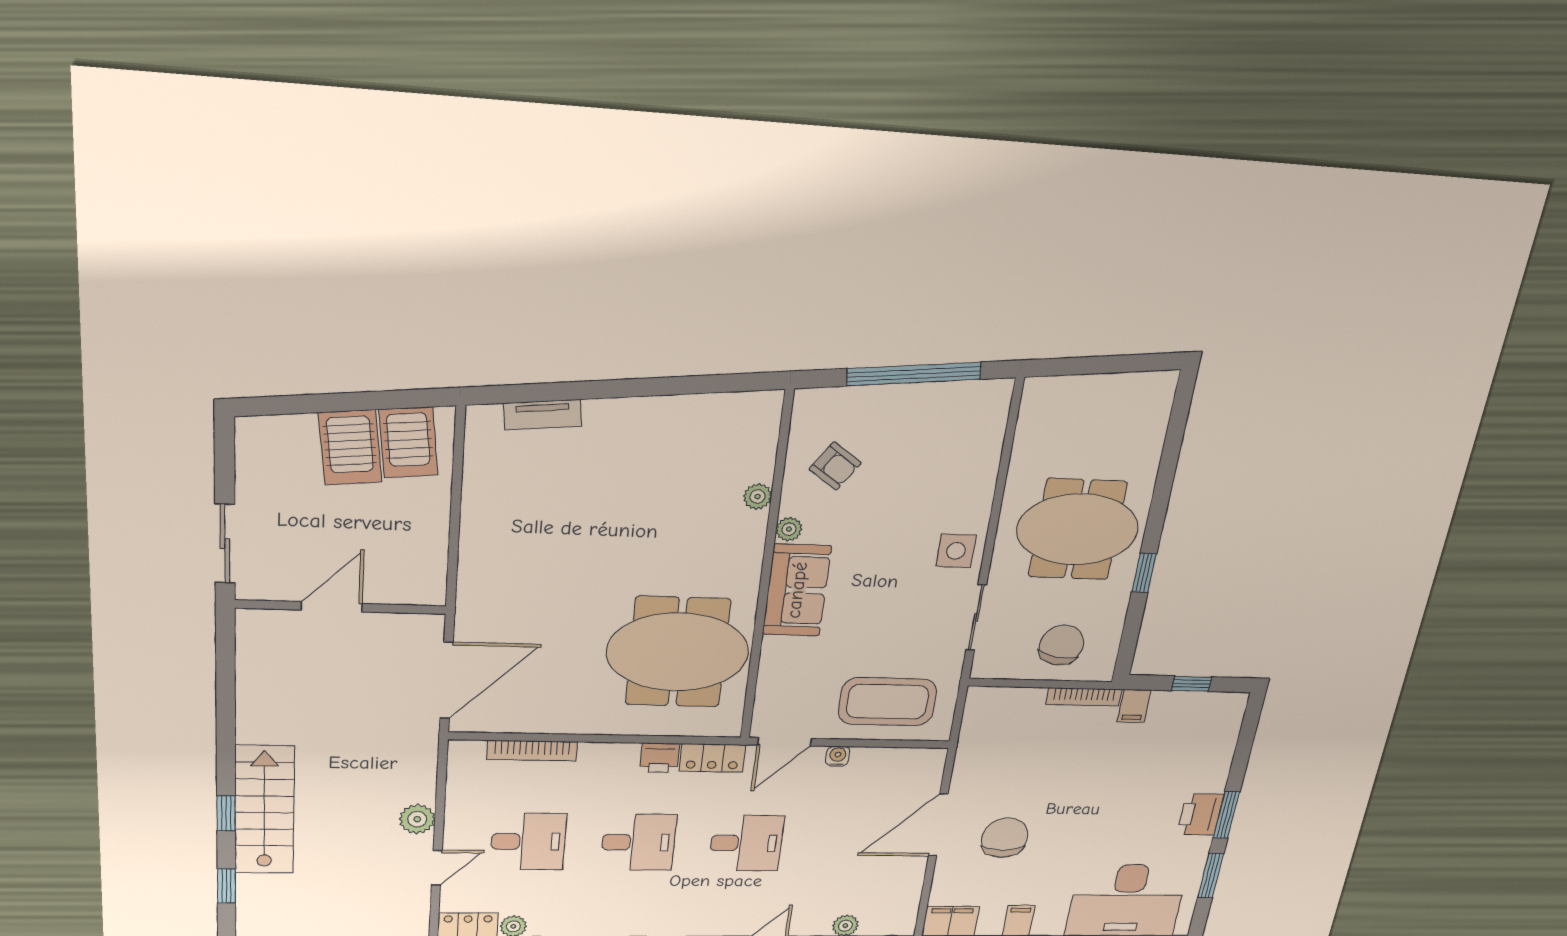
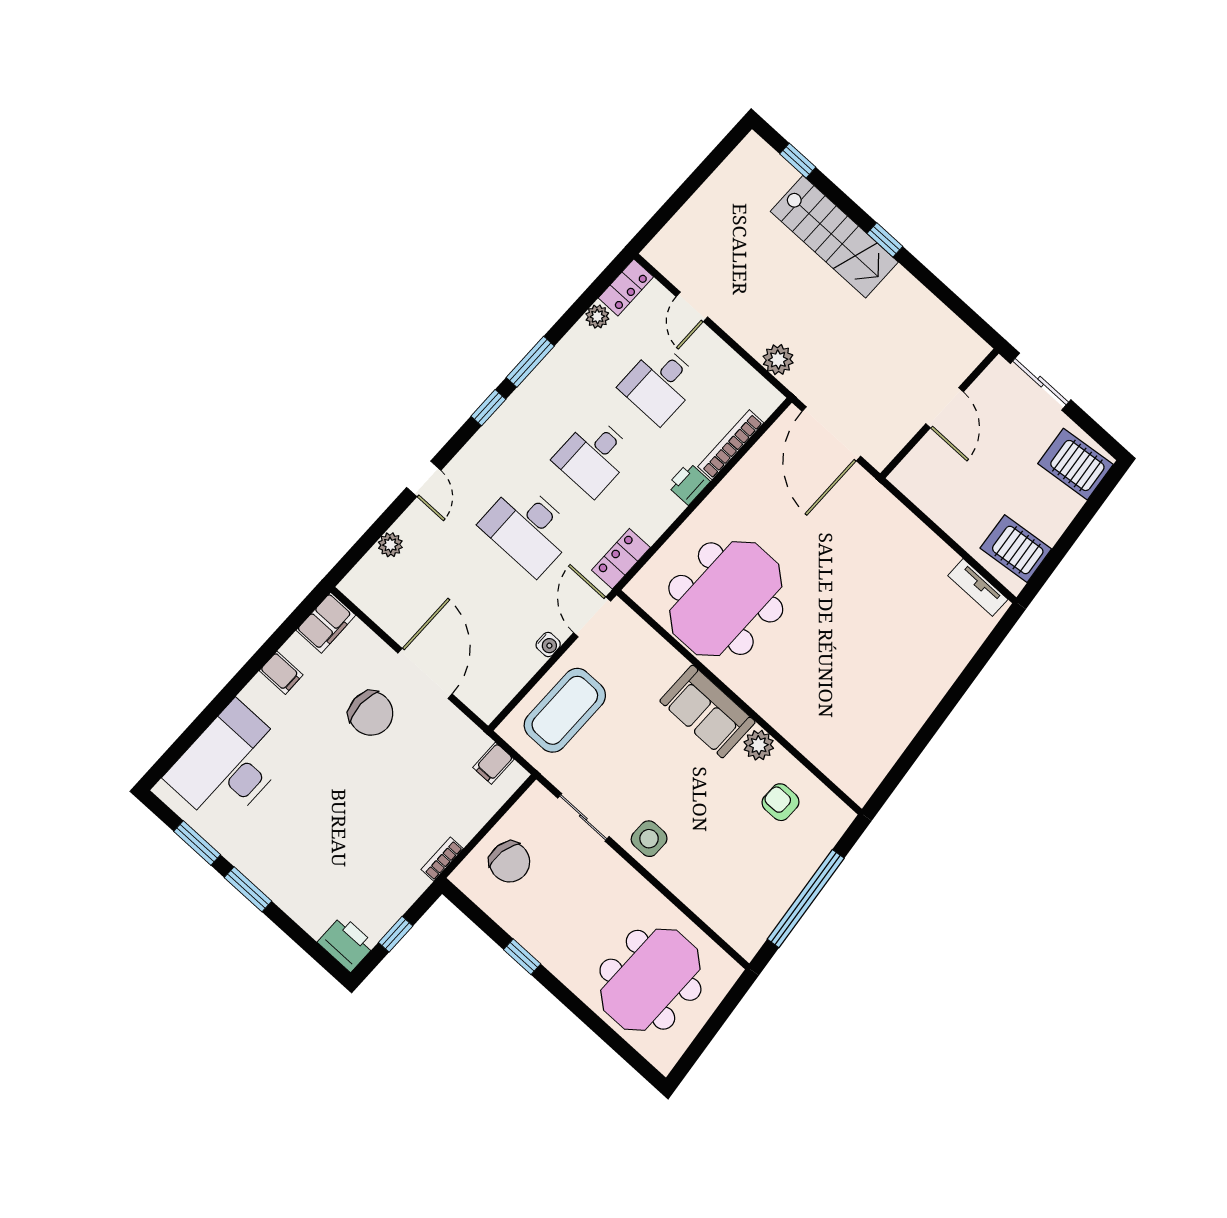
tv unit: (543, 415) -> (978, 587), moved, turned -84
server rack: (350, 447) -> (1075, 464), moved
armchair: (835, 466) -> (781, 802), turned 55
plant: (758, 496) -> (800, 736), removed
plant: (789, 529) -> (759, 745), width x1.38, depth x1.38
meeting table: (1078, 529) -> (650, 980), moved
bookcase: (1084, 697) -> (442, 859), width x0.64
filing cabinet: (1134, 706) -> (493, 763), moved, turned -90
printer: (660, 758) -> (688, 484), moved
window: (226, 813) -> (885, 240), moved
printer: (1200, 814) -> (346, 944), moved
plant: (417, 819) -> (778, 360), moved
desk: (746, 843) -> (528, 529), width x1.37

